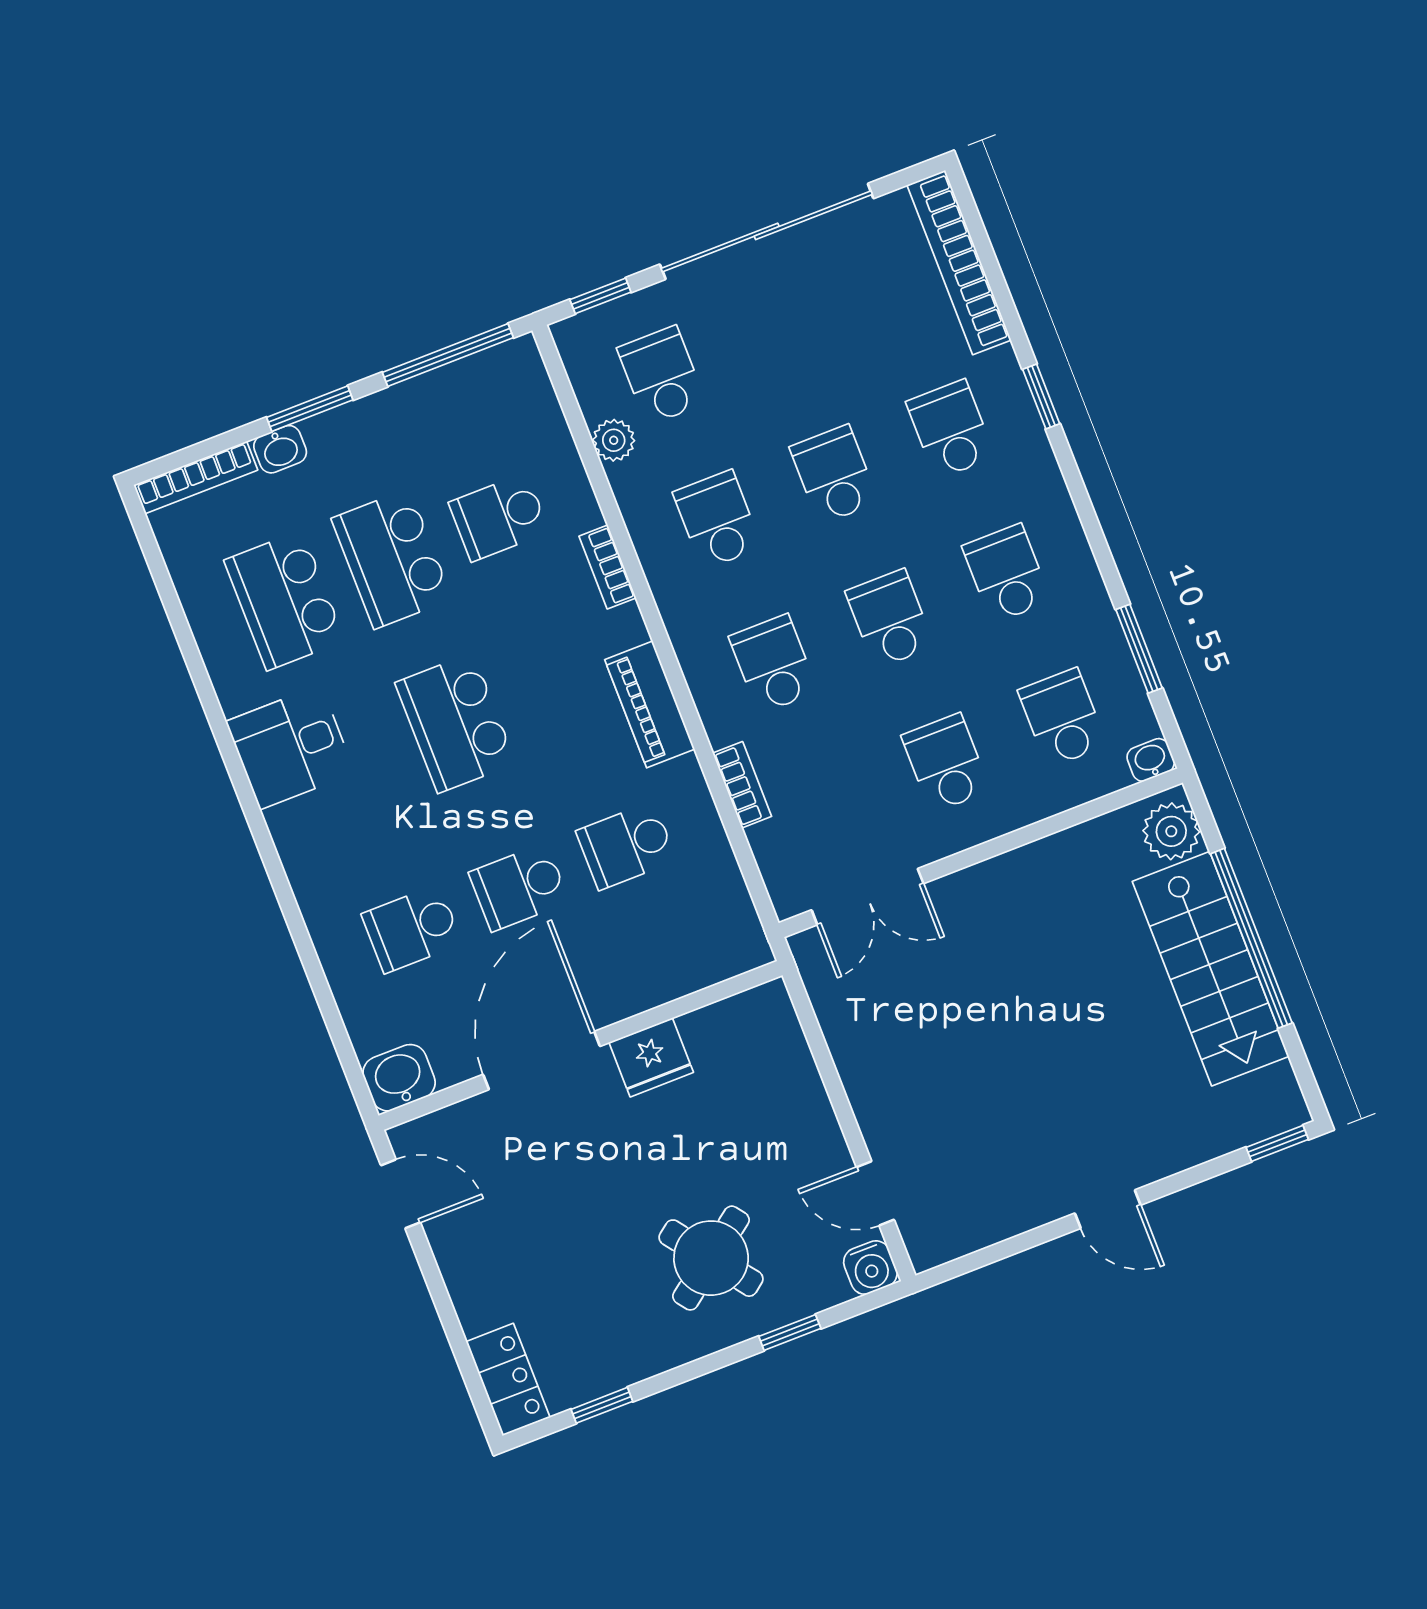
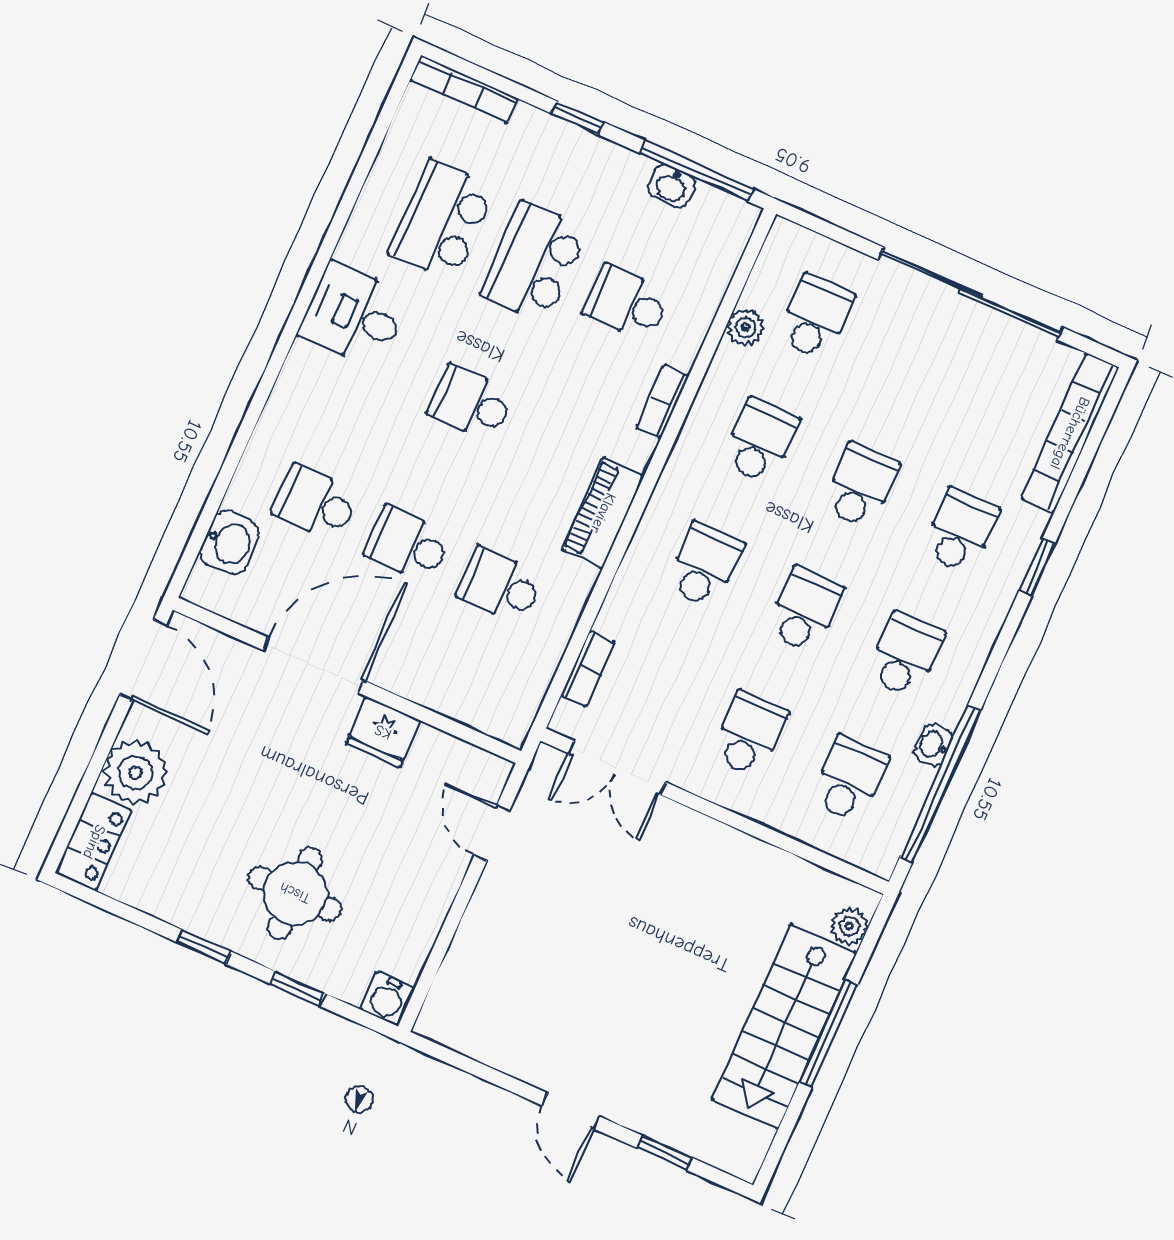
window: (600, 296) -> (828, 230), removed
window: (310, 409) -> (577, 118), width x0.67
washbasin: (280, 449) -> (672, 186), moved
window: (1139, 649) -> (940, 784), width x2.11
school desk: (455, 723) -> (471, 403), width x0.54
washbasin: (1151, 760) -> (933, 745), moved, turned -90
bookcase: (742, 785) -> (588, 669), moved
plant: (1171, 831) -> (849, 926), width x0.73, depth x0.73
window: (1251, 938) -> (829, 1033), width x0.68
washbasin: (399, 1078) -> (230, 543), moved, turned 90
window: (1277, 1143) -> (665, 1153), moved
door: (875, 1193) -> (492, 833), moved
door: (401, 1194) -> (143, 660), width x1.38
round table: (711, 1258) -> (295, 893), turned 37
plant: (485, 1290) -> (135, 772), added
window: (602, 1405) -> (204, 947), moved

